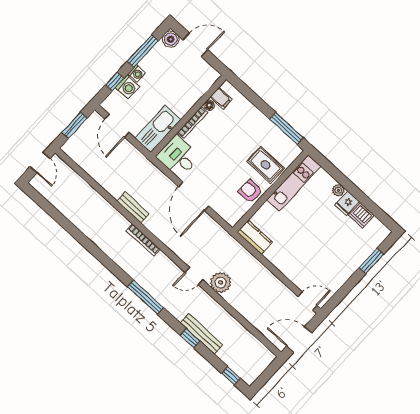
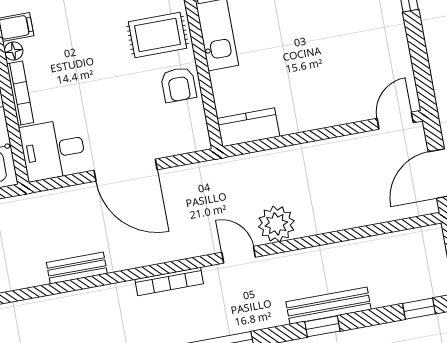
armchair: (250, 191) -> (179, 85), turned -90
bookcase: (143, 240) -> (169, 281), moved
door: (194, 276) -> (239, 255), swing flipped

